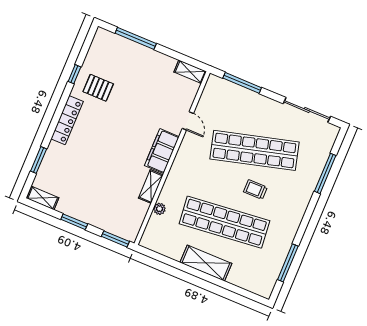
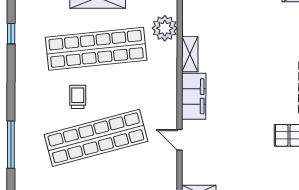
trolley: (255, 190) -> (78, 97), turned -90
plant: (159, 209) -> (165, 28), width x1.87, depth x1.87
window: (288, 263) -> (11, 34), width x0.46

